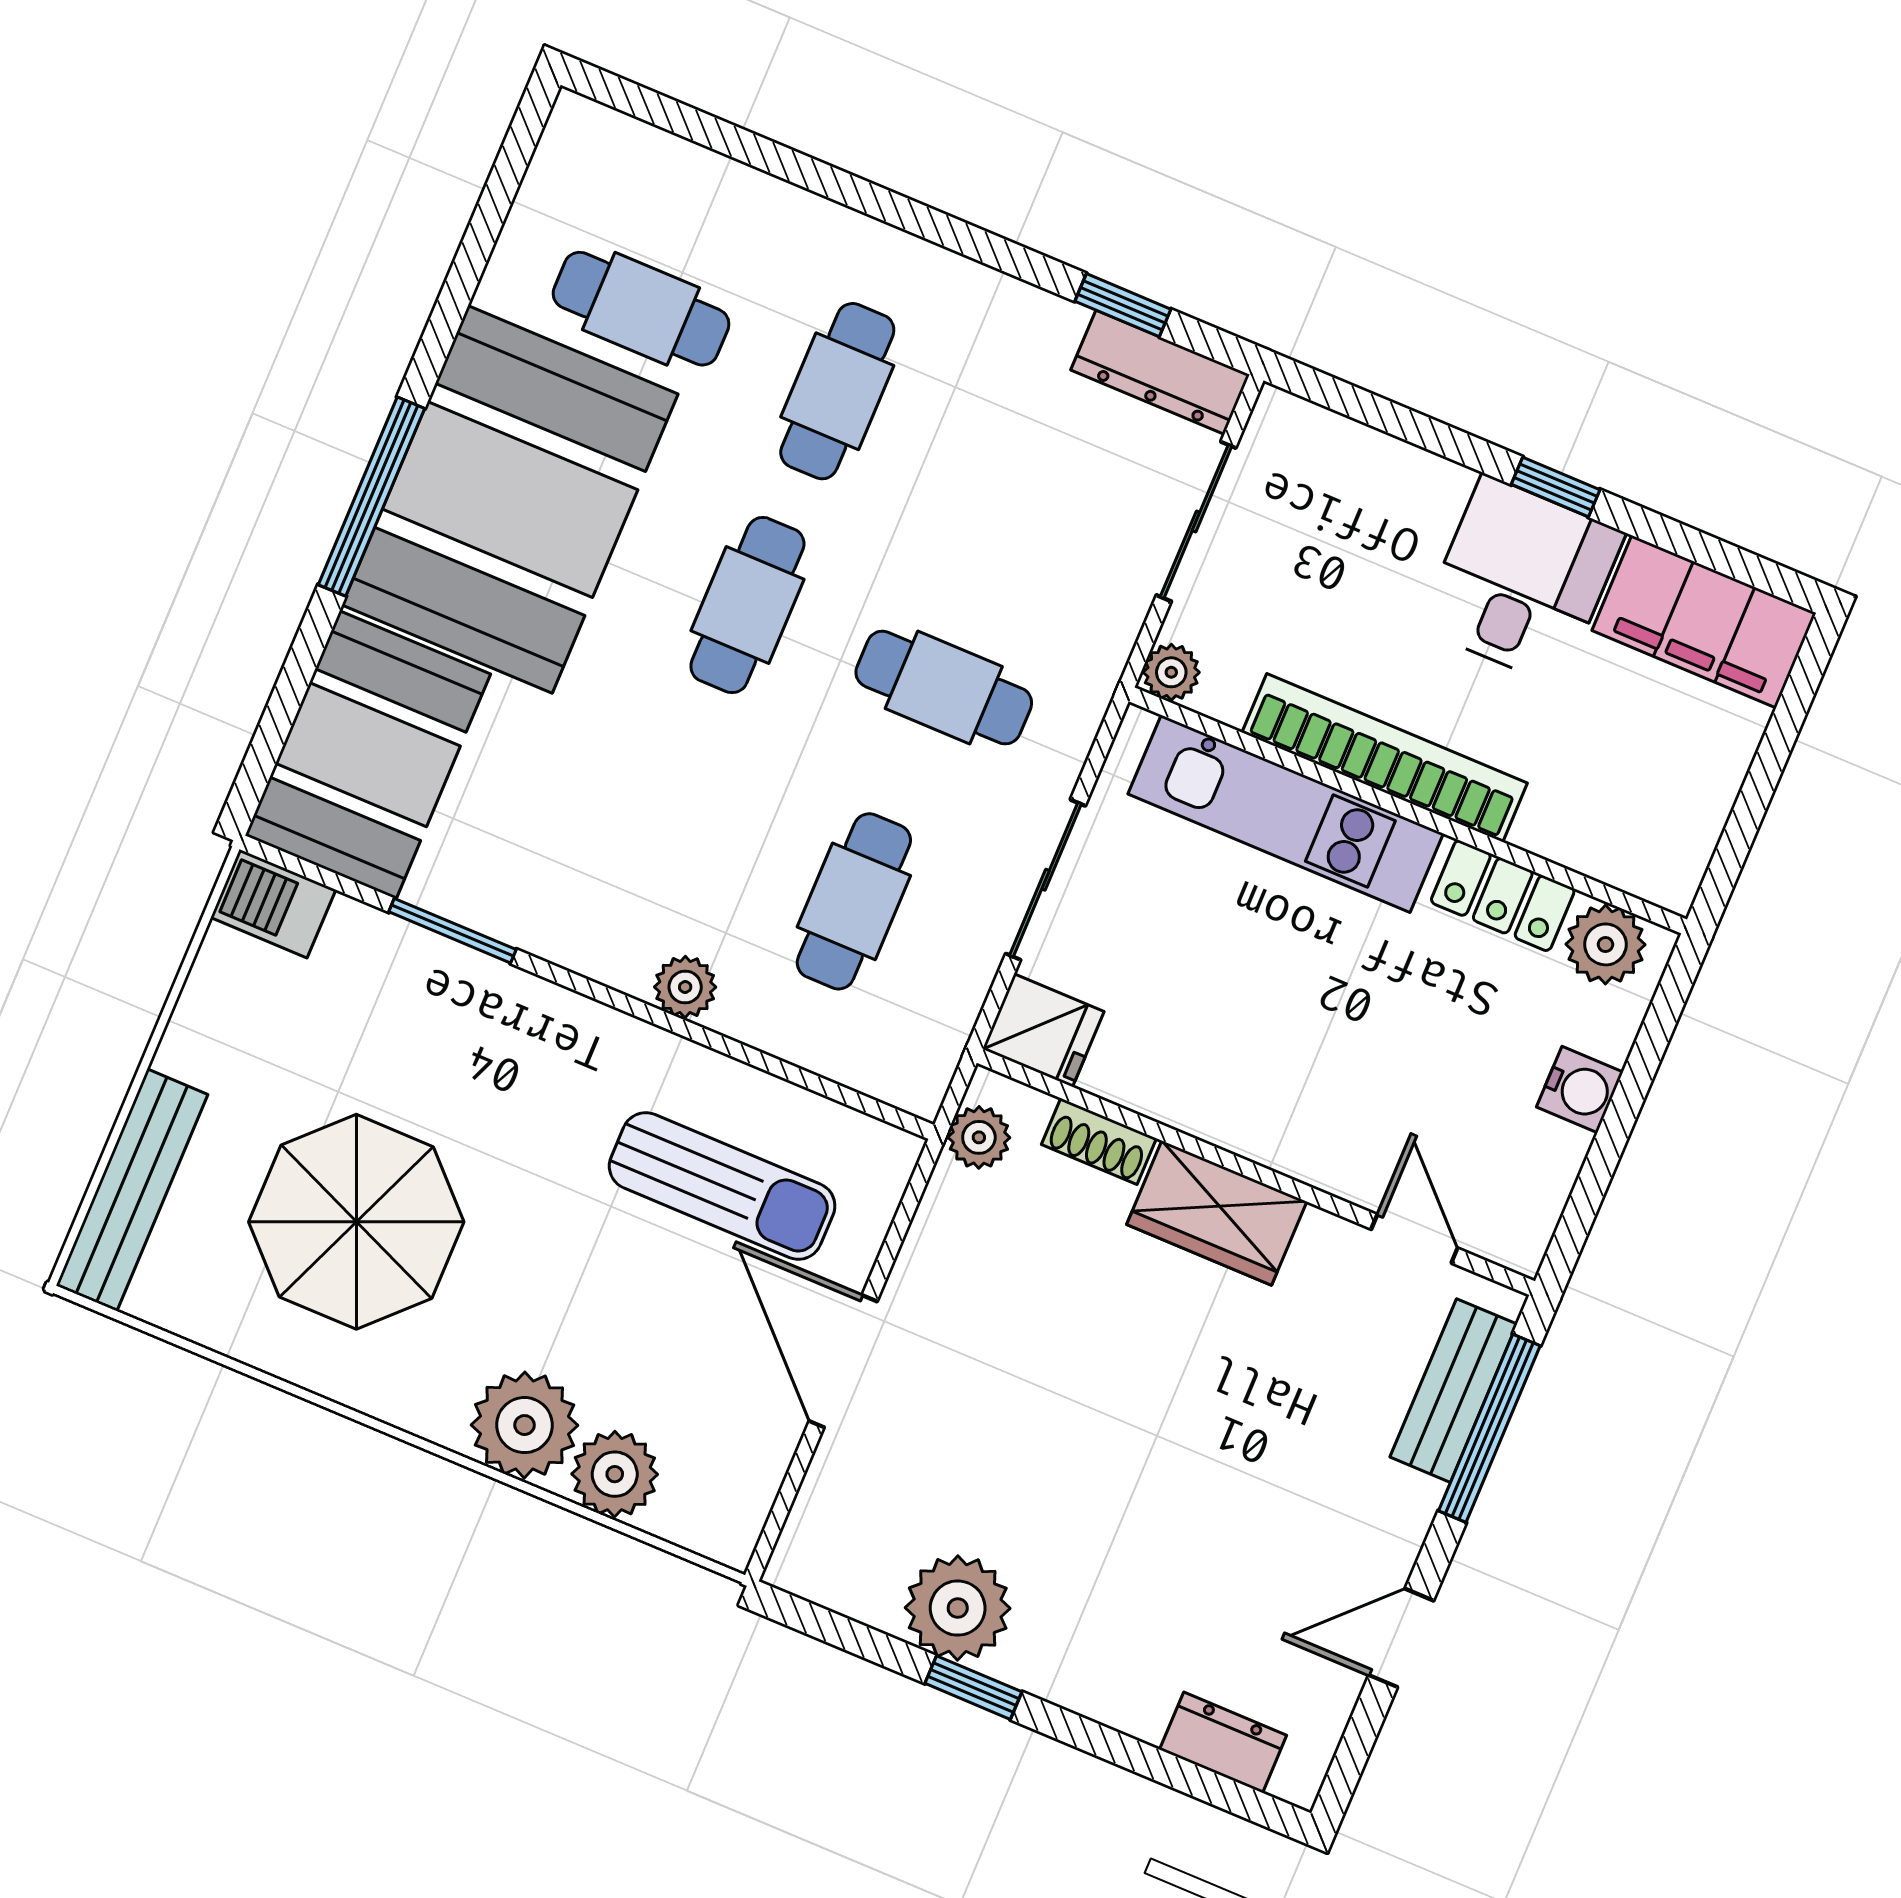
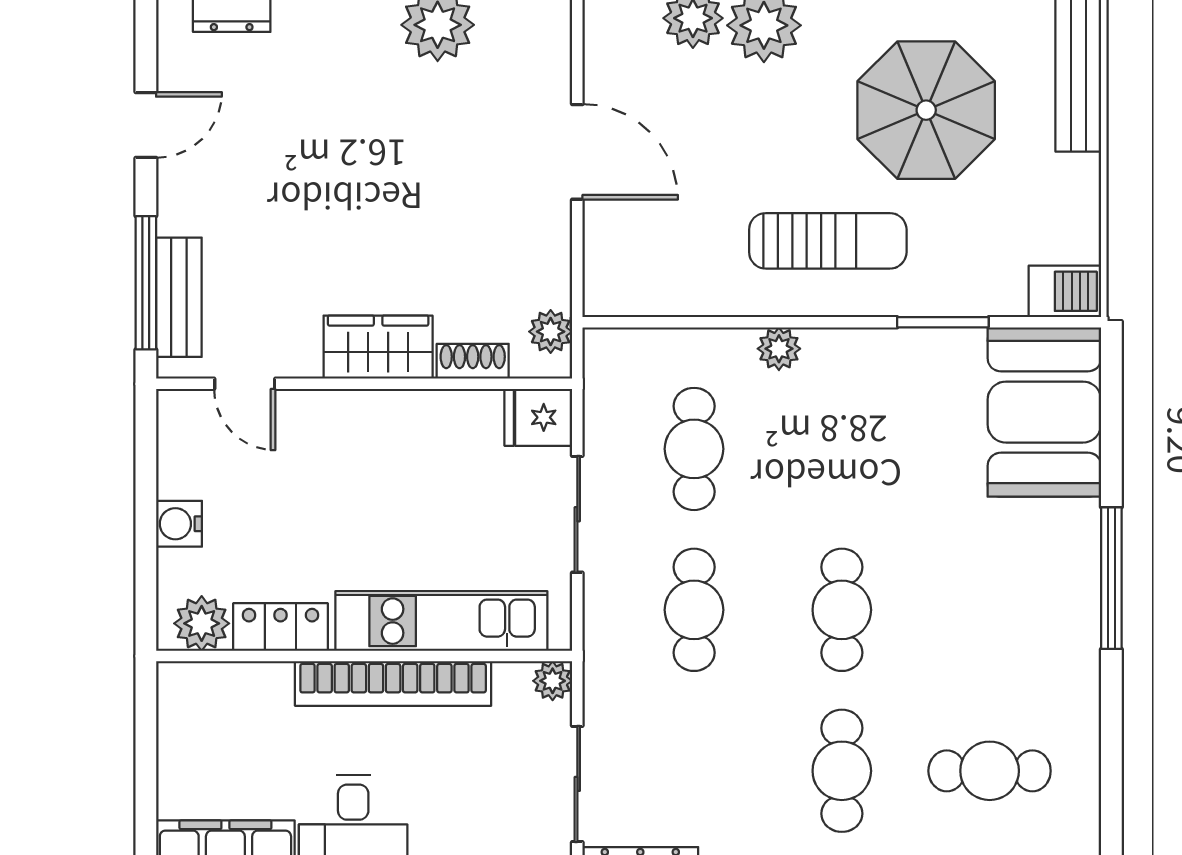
booth: (510, 499) -> (1022, 614), removed
cafe table: (944, 688) -> (694, 610), turned 90
sun lounger: (722, 1186) -> (828, 241), moved, turned 180

